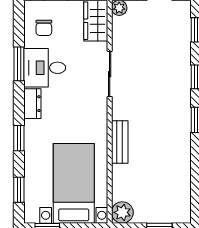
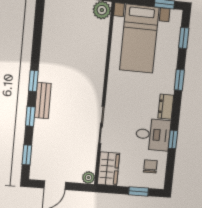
window: (19, 64) -> (173, 139), width x0.67
bench: (120, 142) -> (43, 101), moved

